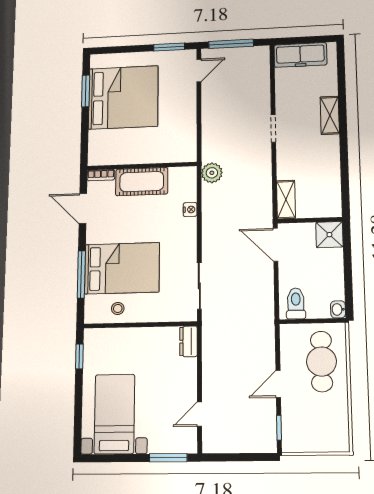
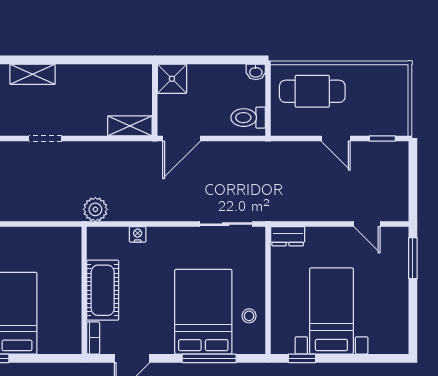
bed with nightstands: (114, 414) -> (331, 311), moved, turned 90

